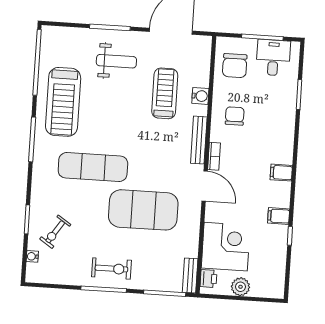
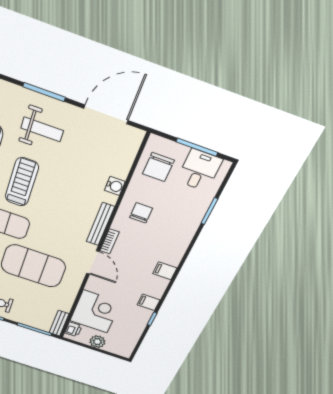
treadmill: (165, 93) -> (22, 182), moved

